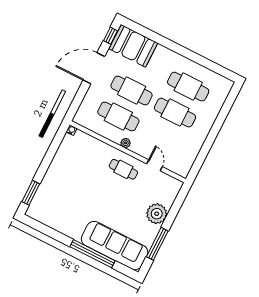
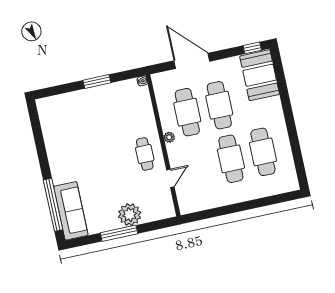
door: (94, 68) -> (192, 61), moved
window: (31, 193) -> (97, 81), moved
window: (157, 244) -> (119, 233), moved
sofa: (115, 246) -> (71, 211), width x0.74, depth x0.79
window: (93, 254) -> (53, 205), moved

